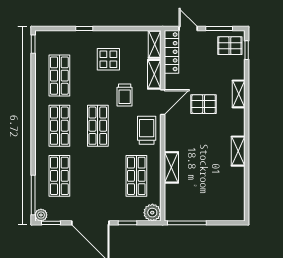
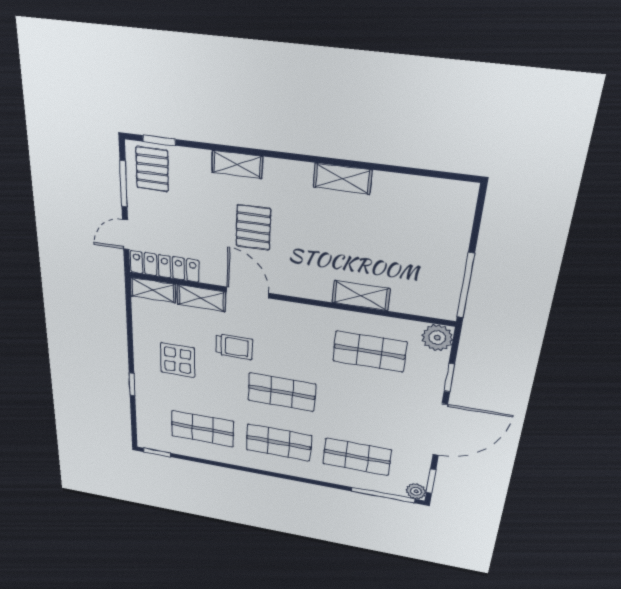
trolley: (147, 130) -> (293, 324), removed

